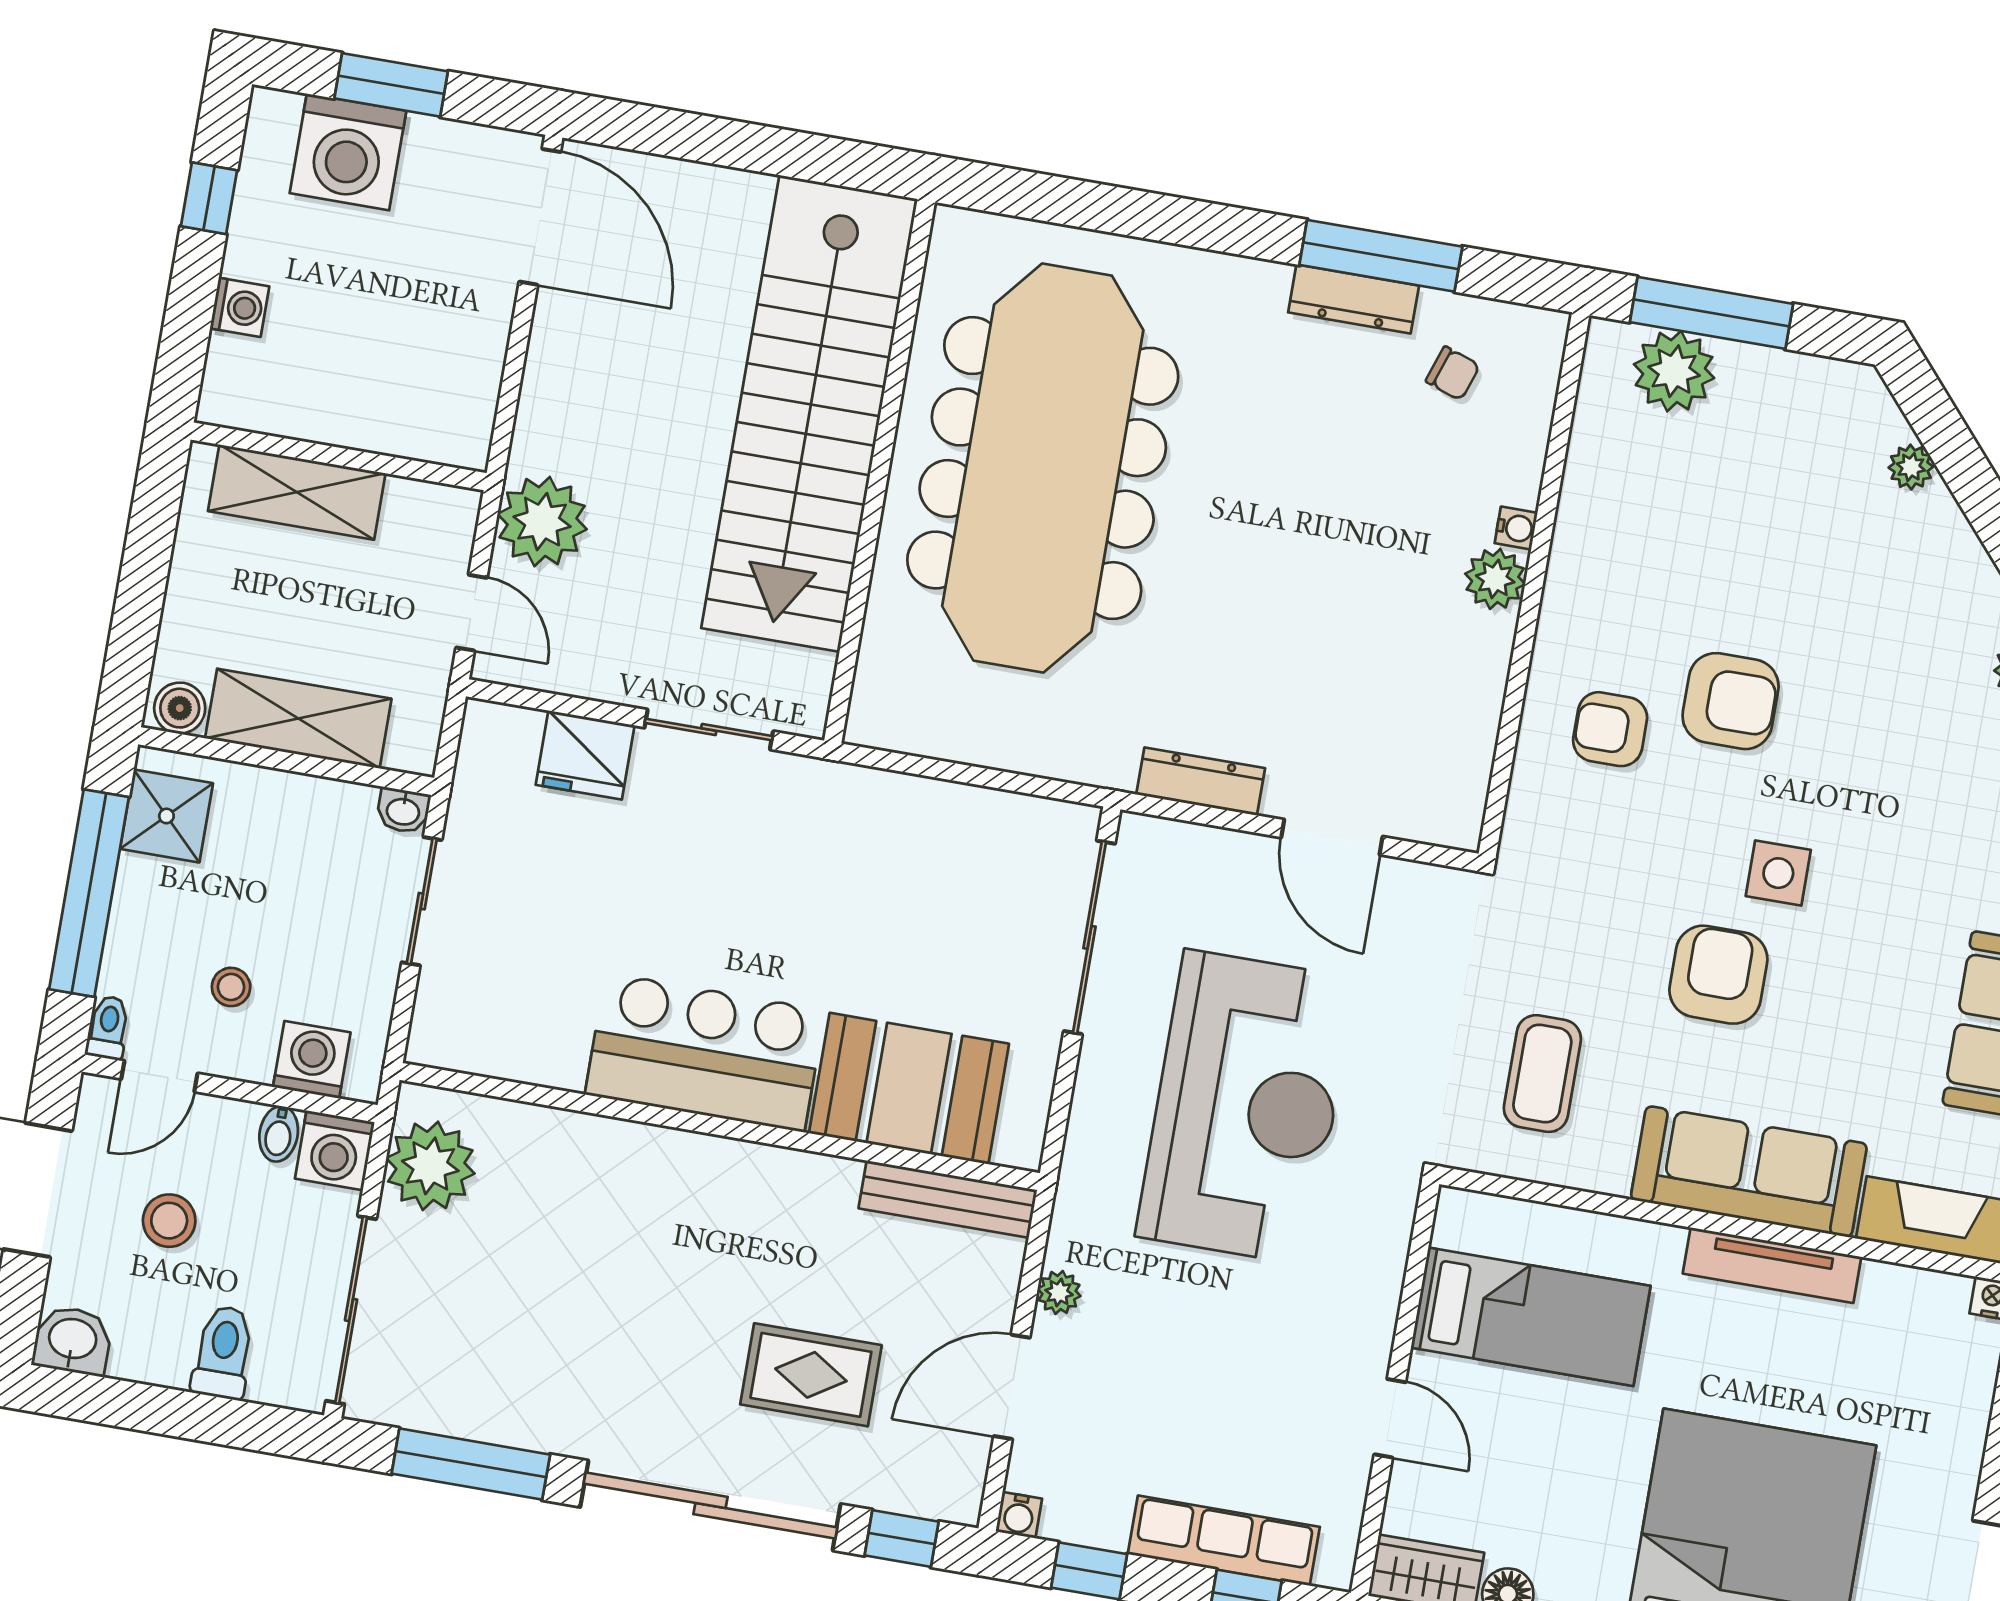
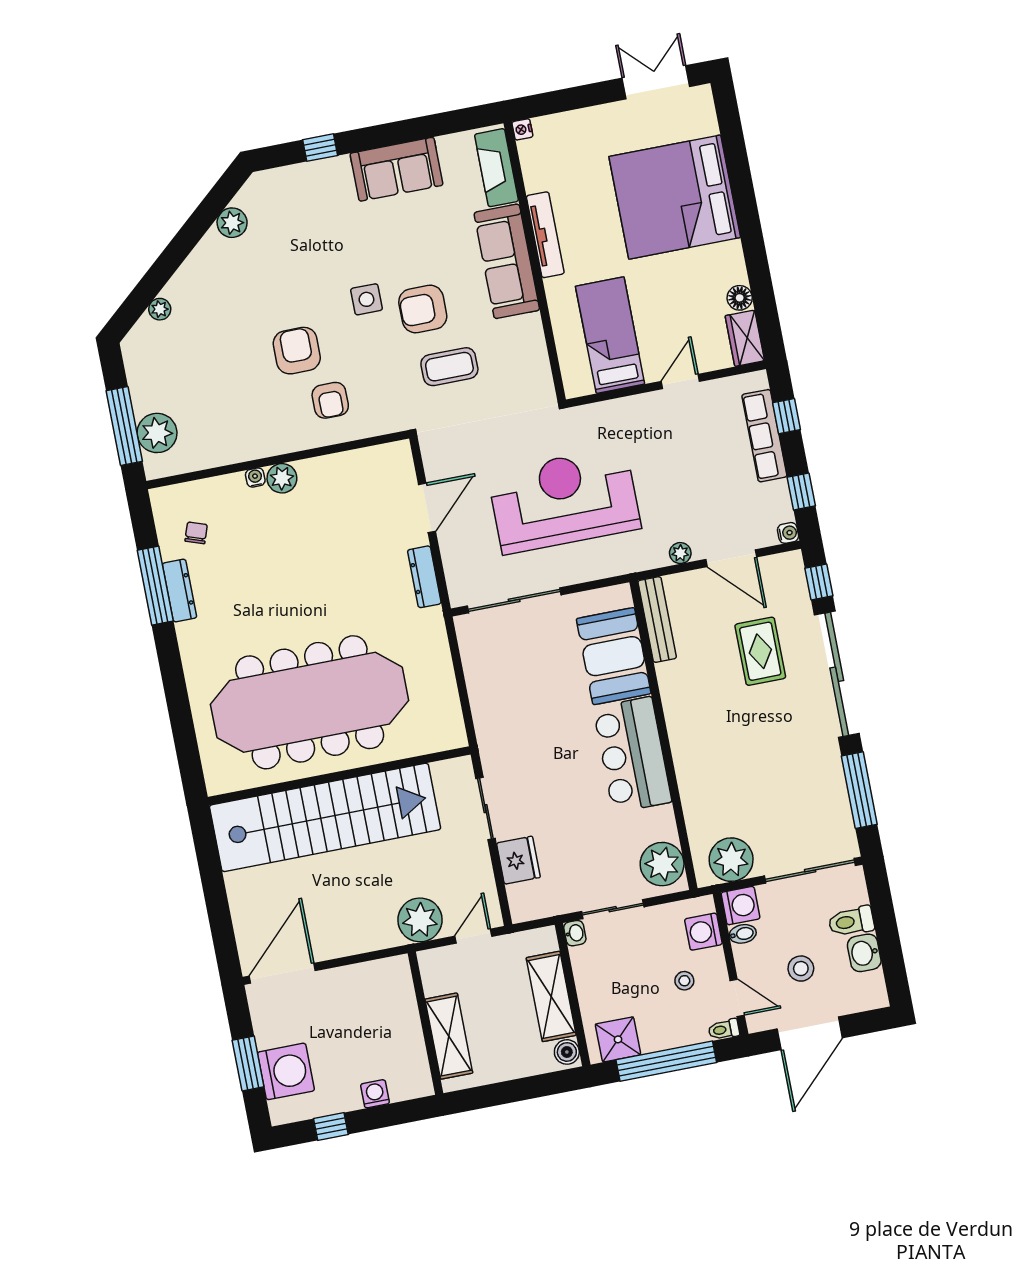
plant: (472, 1029) -> (662, 864), added
coffee table: (1542, 1074) -> (449, 367), moved
washbasin: (72, 1340) -> (864, 953), moved

